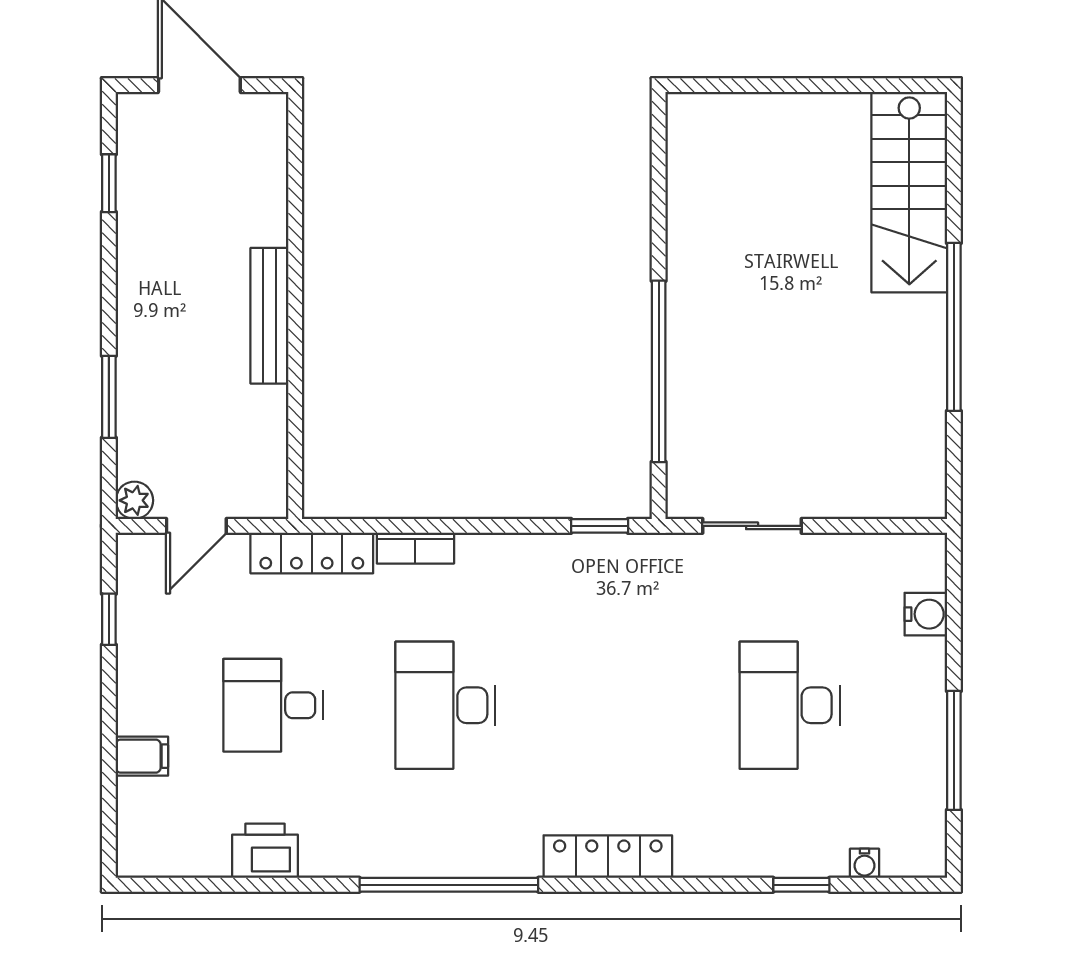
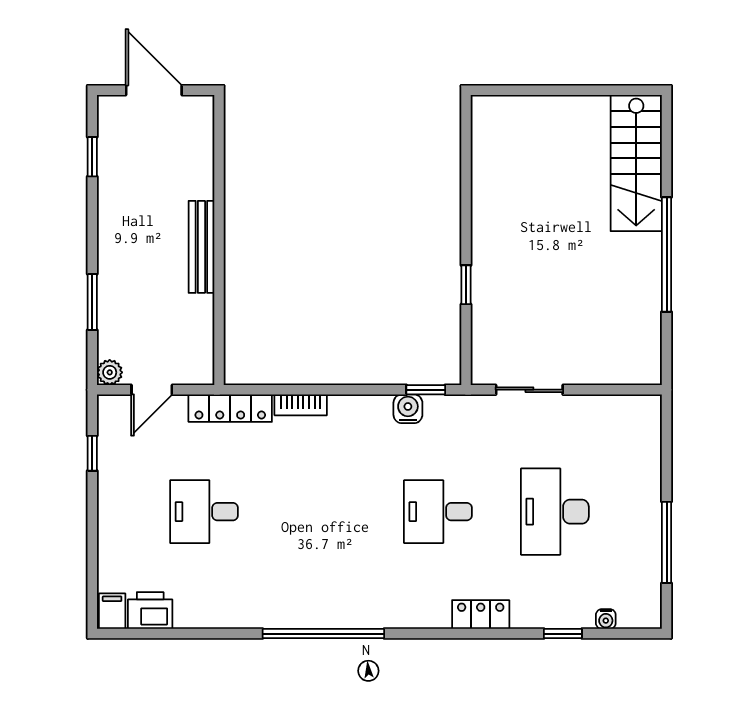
window: (659, 371) -> (466, 285), width x0.32
water cooler: (926, 614) -> (408, 409), moved, turned -90
desk: (445, 705) -> (438, 512), moved, width x0.73
filing cabinet: (142, 756) -> (112, 611), moved, turned -90
printer: (265, 851) -> (150, 611), moved
locker: (608, 857) -> (481, 614), moved, width x0.66

